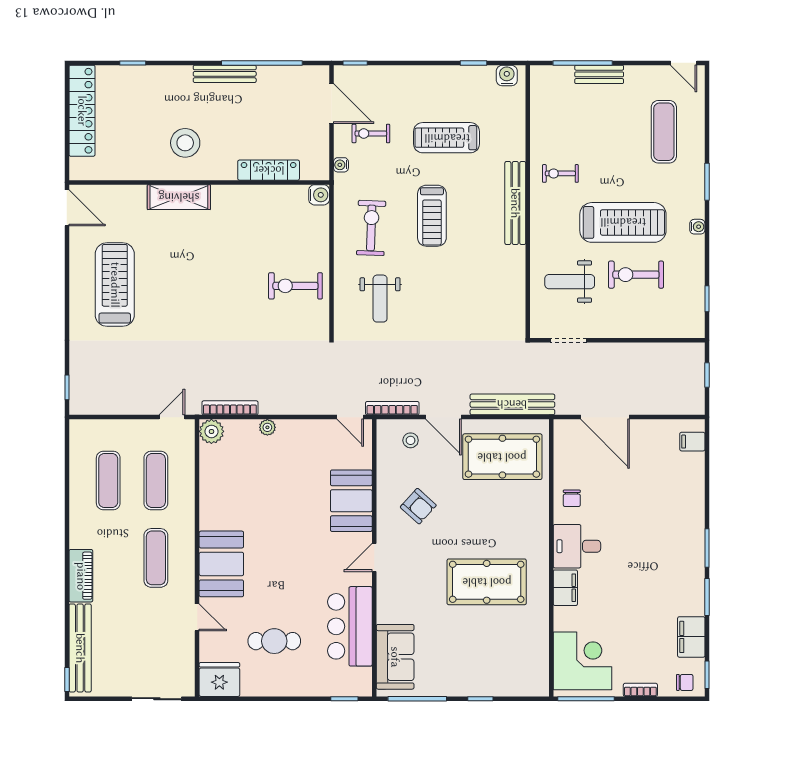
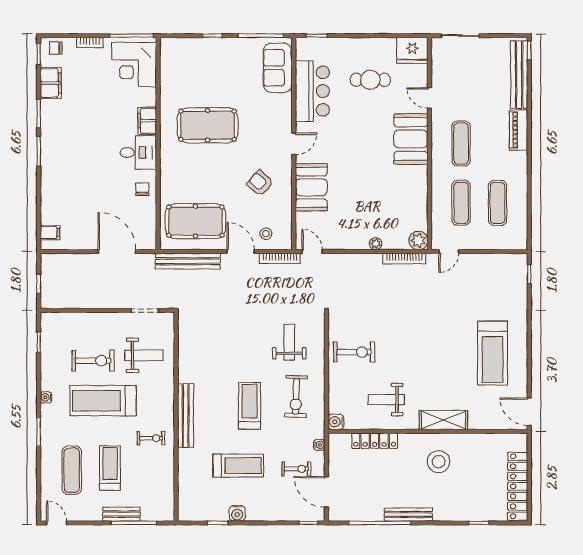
water cooler: (507, 76) -> (237, 513), moved
treadmill: (614, 135) -> (110, 468), added
weight bench: (253, 224) -> (386, 400), added

